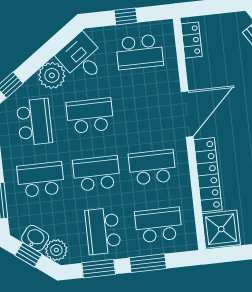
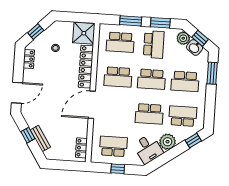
school desk: (34, 122) -> (183, 116), turned 90

